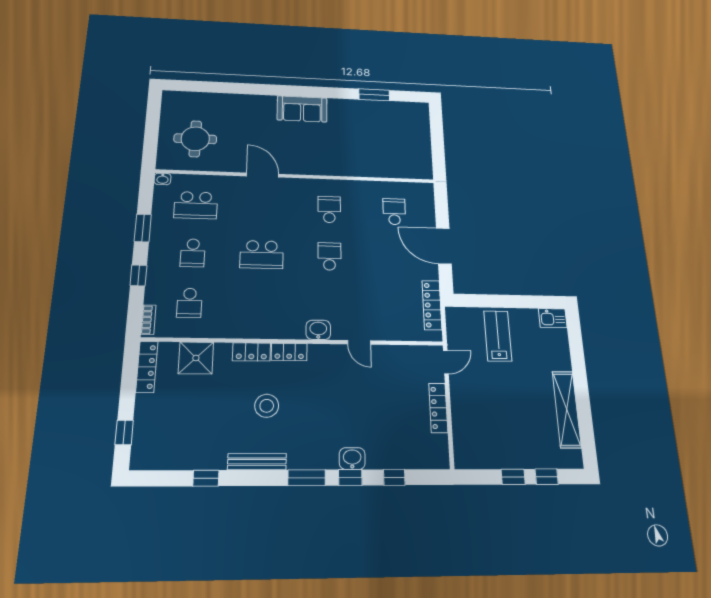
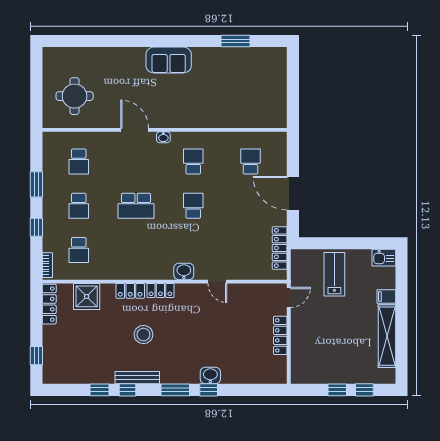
washbasin: (162, 179) -> (163, 137), moved
school desk: (196, 205) -> (79, 161), width x0.54
filing cabinet: (561, 362) -> (386, 296), added
window: (394, 477) -> (127, 390), moved

